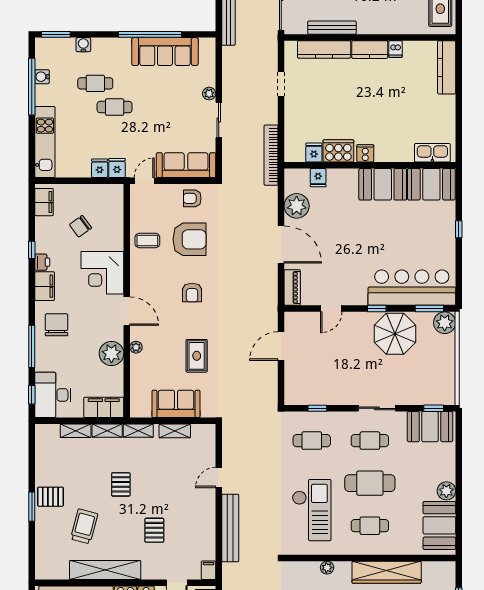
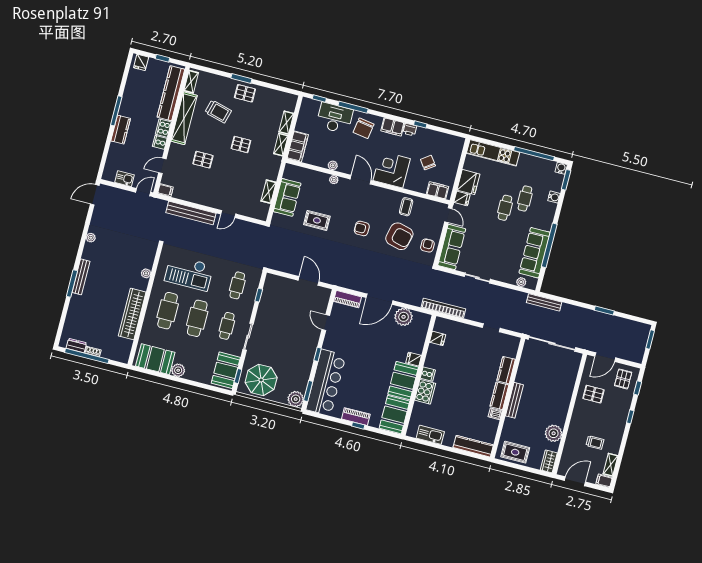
bench: (332, 28) -> (514, 400), moved
kitchen counter: (324, 49) -> (506, 370), width x0.67
water cooler: (42, 77) -> (561, 168), moved
plant: (209, 94) -> (521, 282), moved
cooker: (338, 151) -> (425, 392), moved
kitchen sink: (432, 153) -> (430, 435), moved, turned -90
fridge: (100, 168) -> (468, 182), width x1.88, depth x1.34
fridge: (318, 178) -> (414, 359), moved
filing cabinet: (44, 202) -> (437, 190), moved, turned 180
piano: (447, 236) -> (356, 417), added
armchair: (190, 239) -> (399, 236), turned -76
door: (127, 311) -> (361, 180), swing flipped
chair: (57, 325) -> (364, 128), turned 99
parasol: (395, 334) -> (261, 380), moved
plant: (111, 353) -> (333, 165), width x0.53, depth x0.53
desk: (53, 395) -> (335, 118), moved
shelving: (138, 431) -> (191, 82), moved
door: (219, 478) -> (228, 214), swing flipped
pallet: (50, 497) -> (245, 93), turned 90
cafe table: (370, 526) -> (168, 311), width x1.37, depth x1.35

